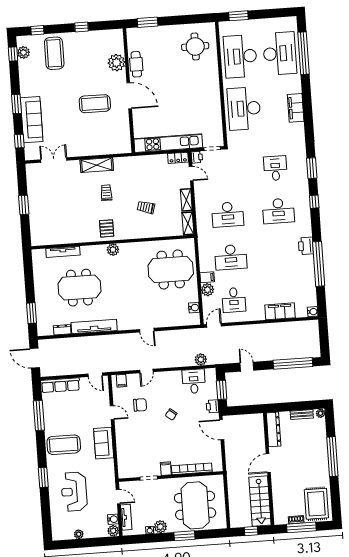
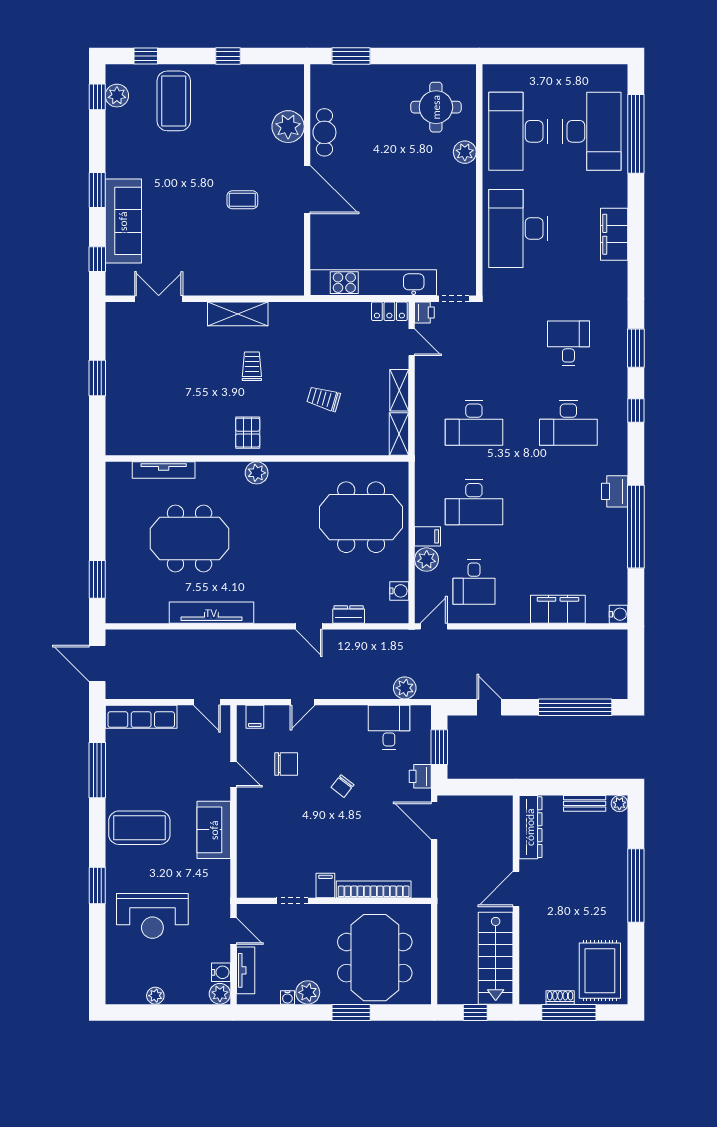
window: (238, 16) -> (520, 56), removed
plant: (212, 70) -> (465, 152), added
coffee table: (95, 104) -> (242, 200), width x0.54, depth x0.58
dresser: (62, 330) -> (349, 614), moved
reception desk: (74, 492) -> (152, 916), turned -90

